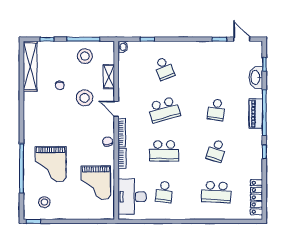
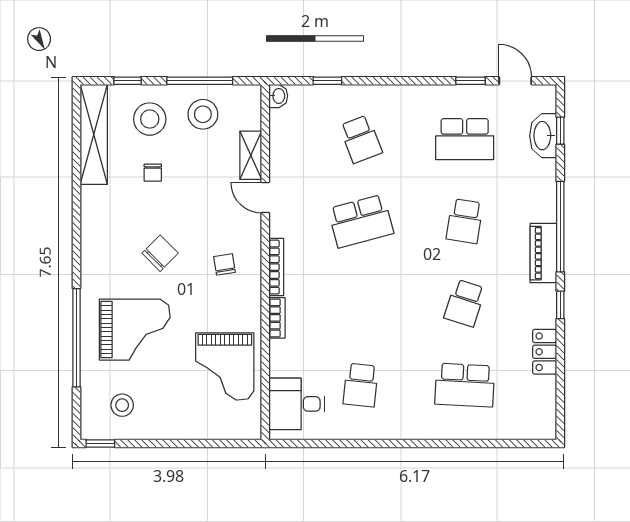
washbasin: (256, 78) -> (543, 136), moved
stool: (85, 98) -> (150, 119), moved
door: (116, 109) -> (265, 198), moved
piano: (256, 114) -> (543, 253), moved
chair: (63, 126) -> (160, 253), added
chair: (108, 142) -> (225, 264), moved
school desk: (164, 151) -> (465, 139), moved
grand piano: (51, 164) -> (135, 330), turned -90
desk: (132, 197) -> (297, 404), width x0.73
locker: (256, 197) -> (545, 352), moved, width x0.66

